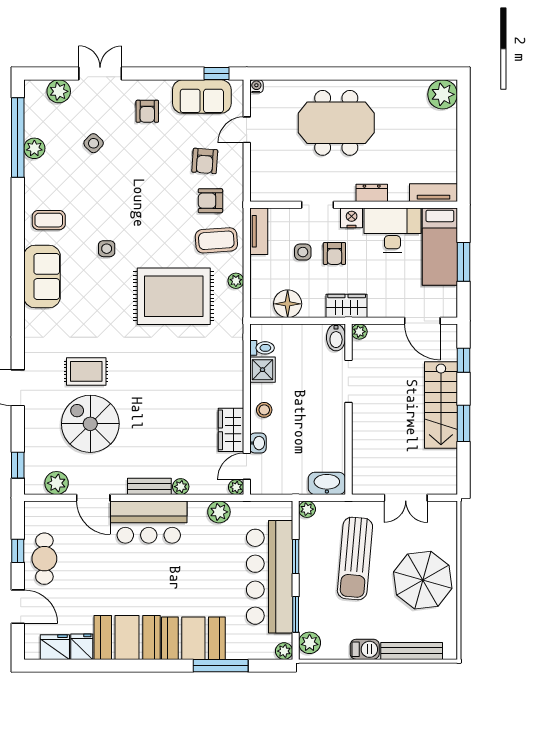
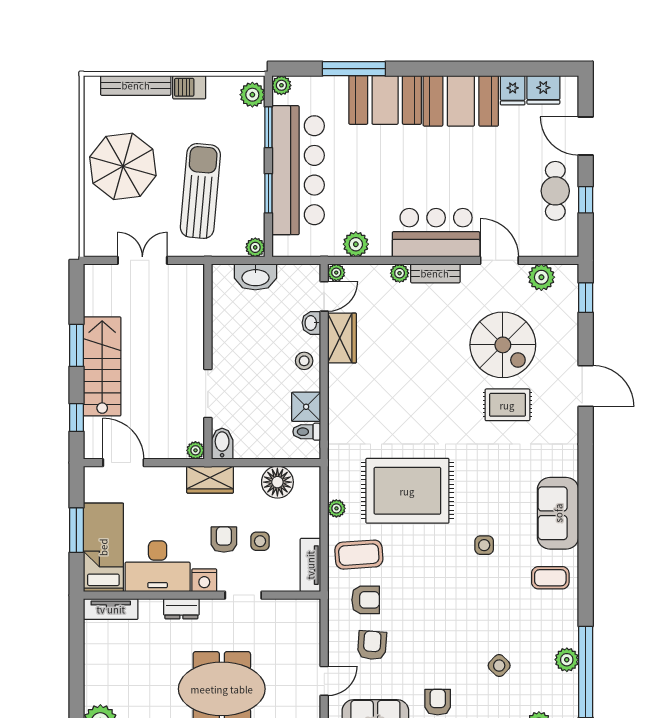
washbasin: (327, 483) -> (255, 277), moved

